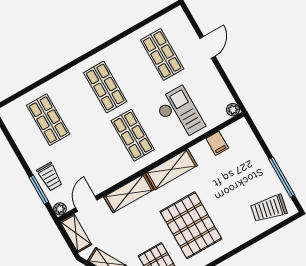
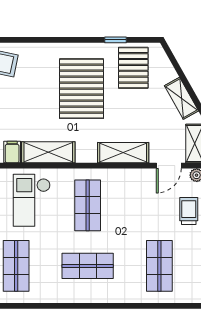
shop shelf: (105, 87) -> (88, 266), turned 90
shelving: (171, 169) -> (48, 152), moved

